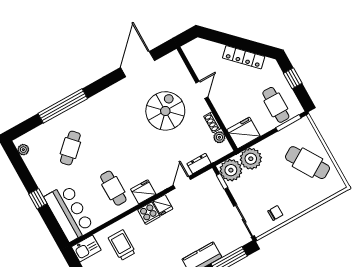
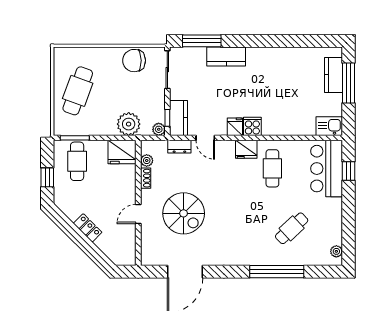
locker: (244, 57) -> (88, 228), width x0.66
spiral stairs: (165, 111) -> (184, 213), turned -90
cafe table: (307, 163) -> (78, 91), turned 52
plant: (231, 170) -> (159, 129), width x0.53, depth x0.53
door: (182, 182) -> (205, 138), hinge flipped
kitchen counter: (213, 186) -> (178, 118), added
window: (38, 199) -> (348, 171), moved
chair: (275, 213) -> (134, 61), width x1.87, depth x1.87
trolley: (122, 245) -> (294, 111), removed

